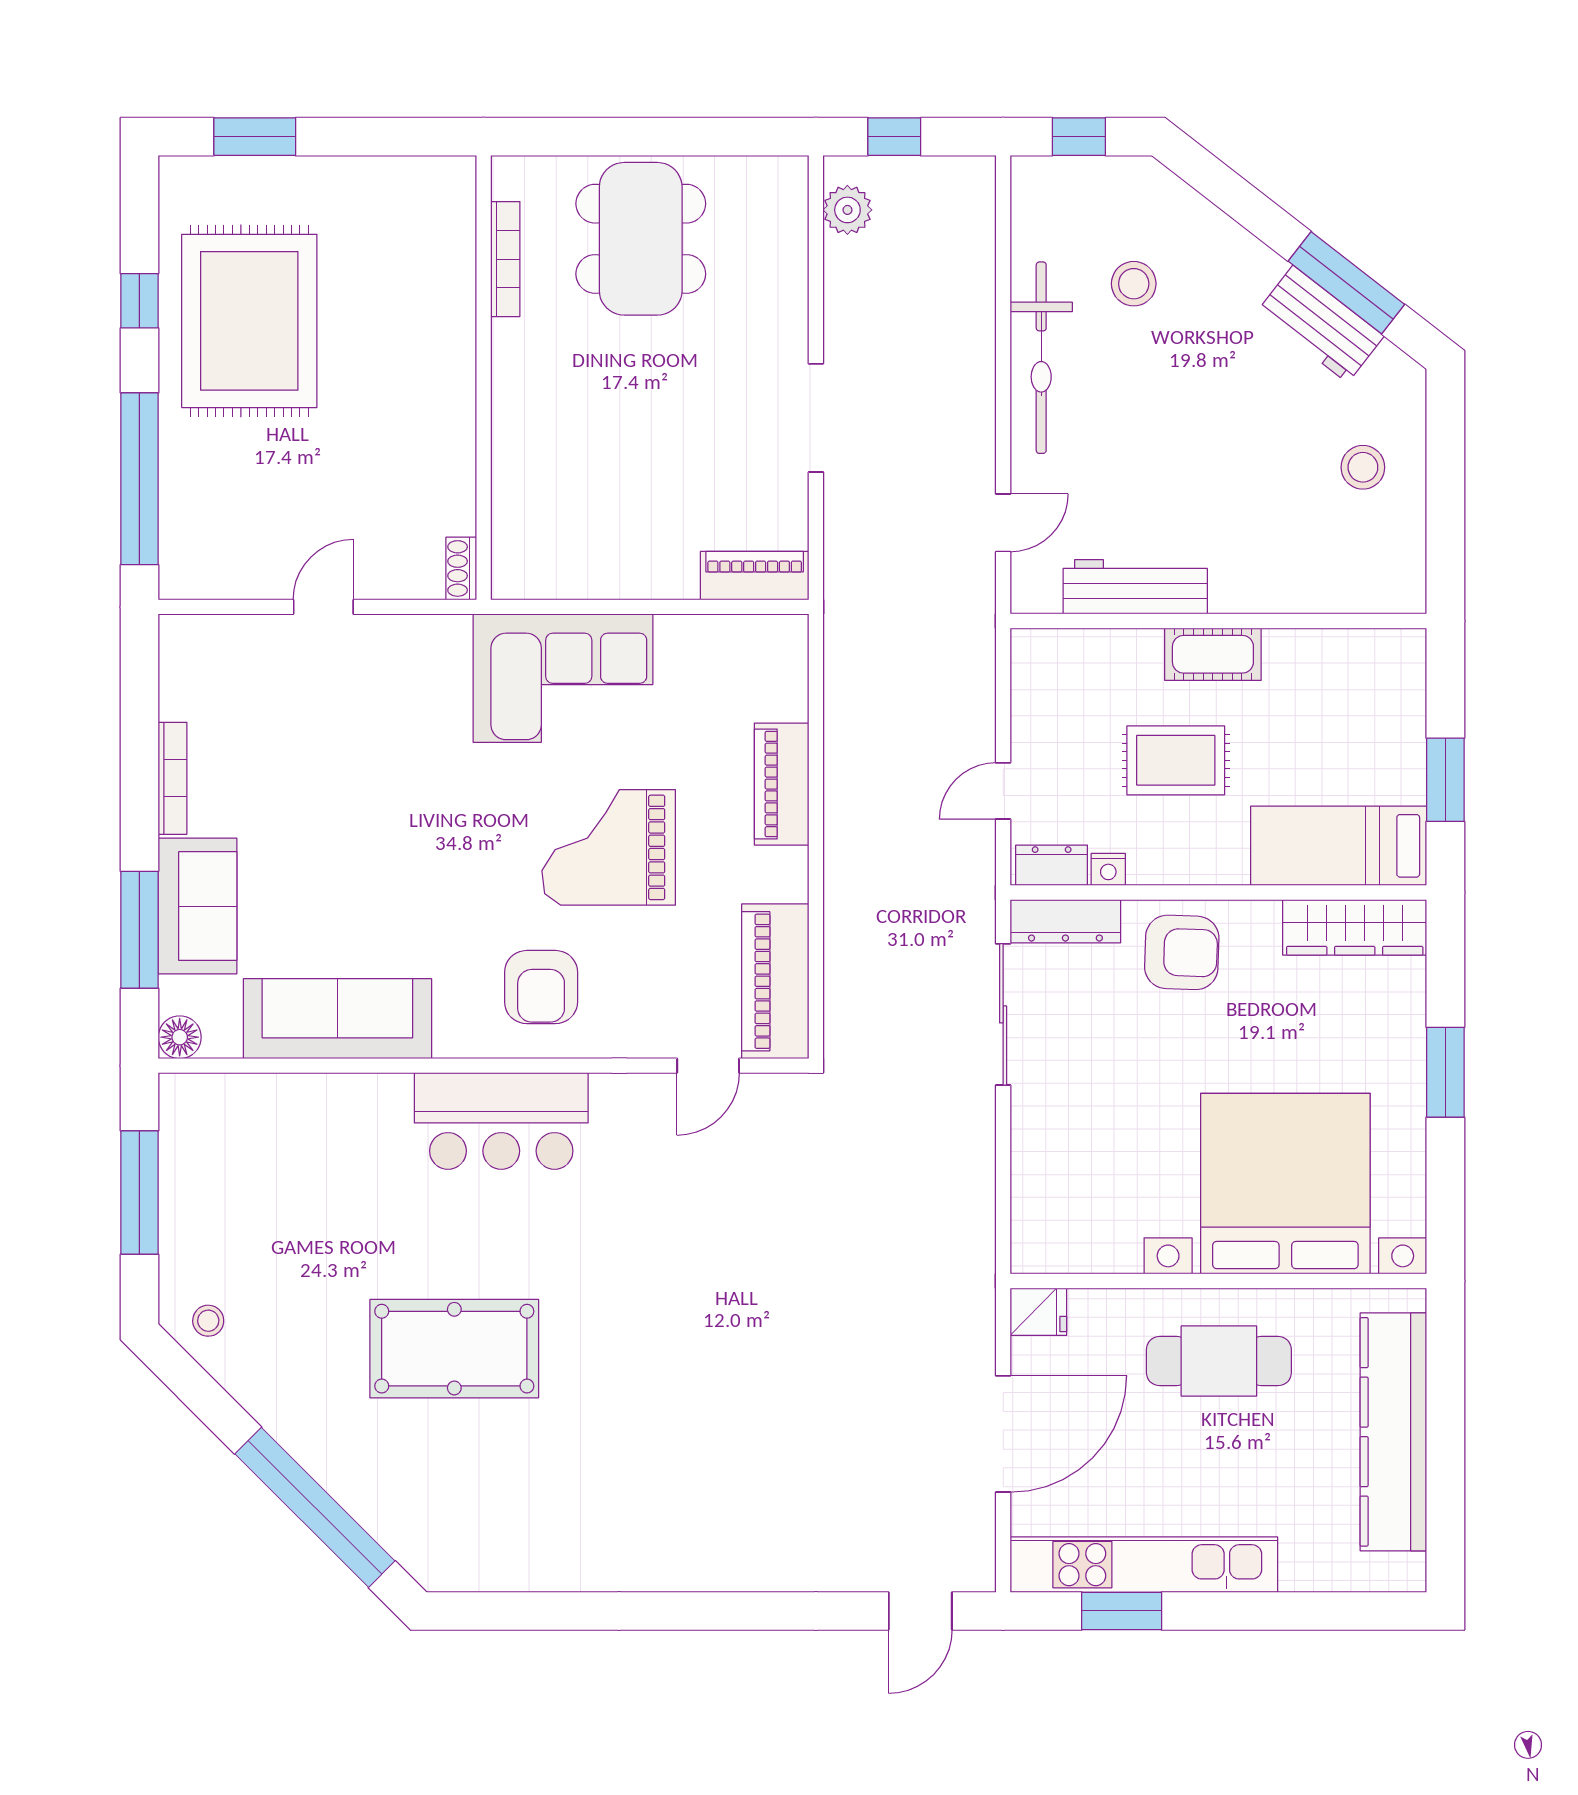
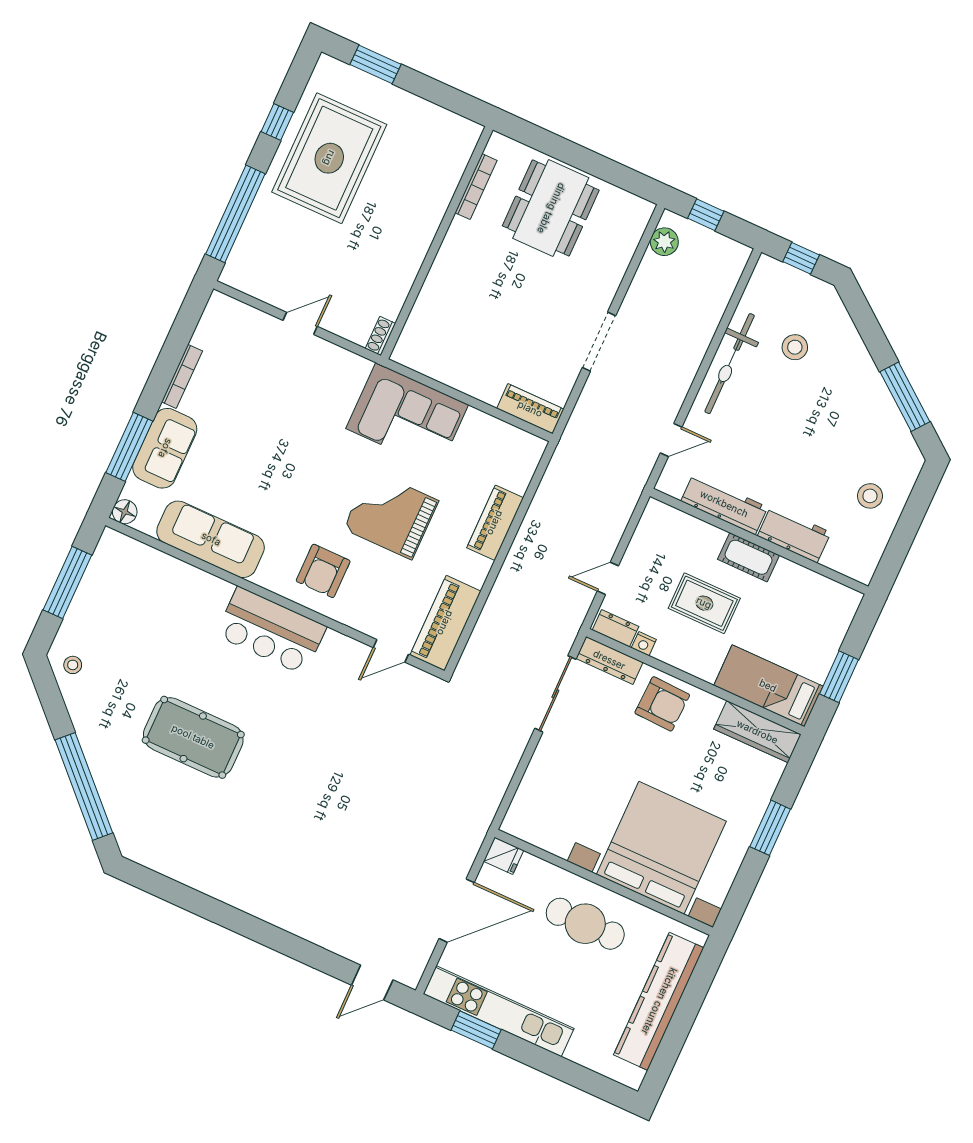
workbench: (1320, 324) -> (794, 534), moved, turned 142

